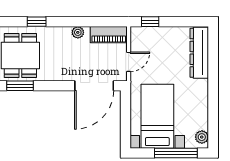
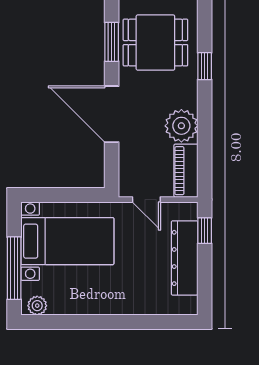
plant: (78, 32) -> (181, 126), width x1.88, depth x1.88
dresser: (199, 53) -> (185, 258), moved, turned -90
door: (94, 86) -> (112, 114), moved

